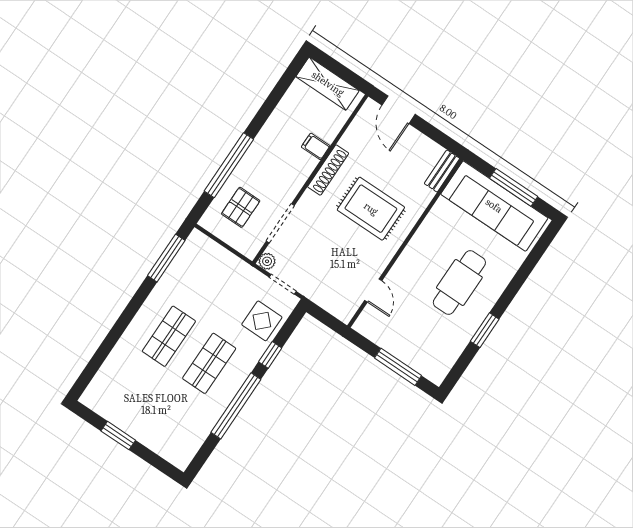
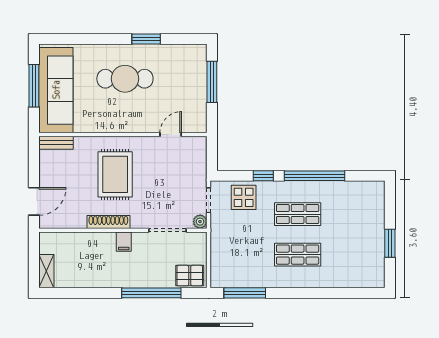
shelving: (328, 84) -> (46, 271), width x0.67, depth x0.75
filing cabinet: (316, 146) -> (124, 242), moved
pallet: (241, 207) -> (190, 276), moved

